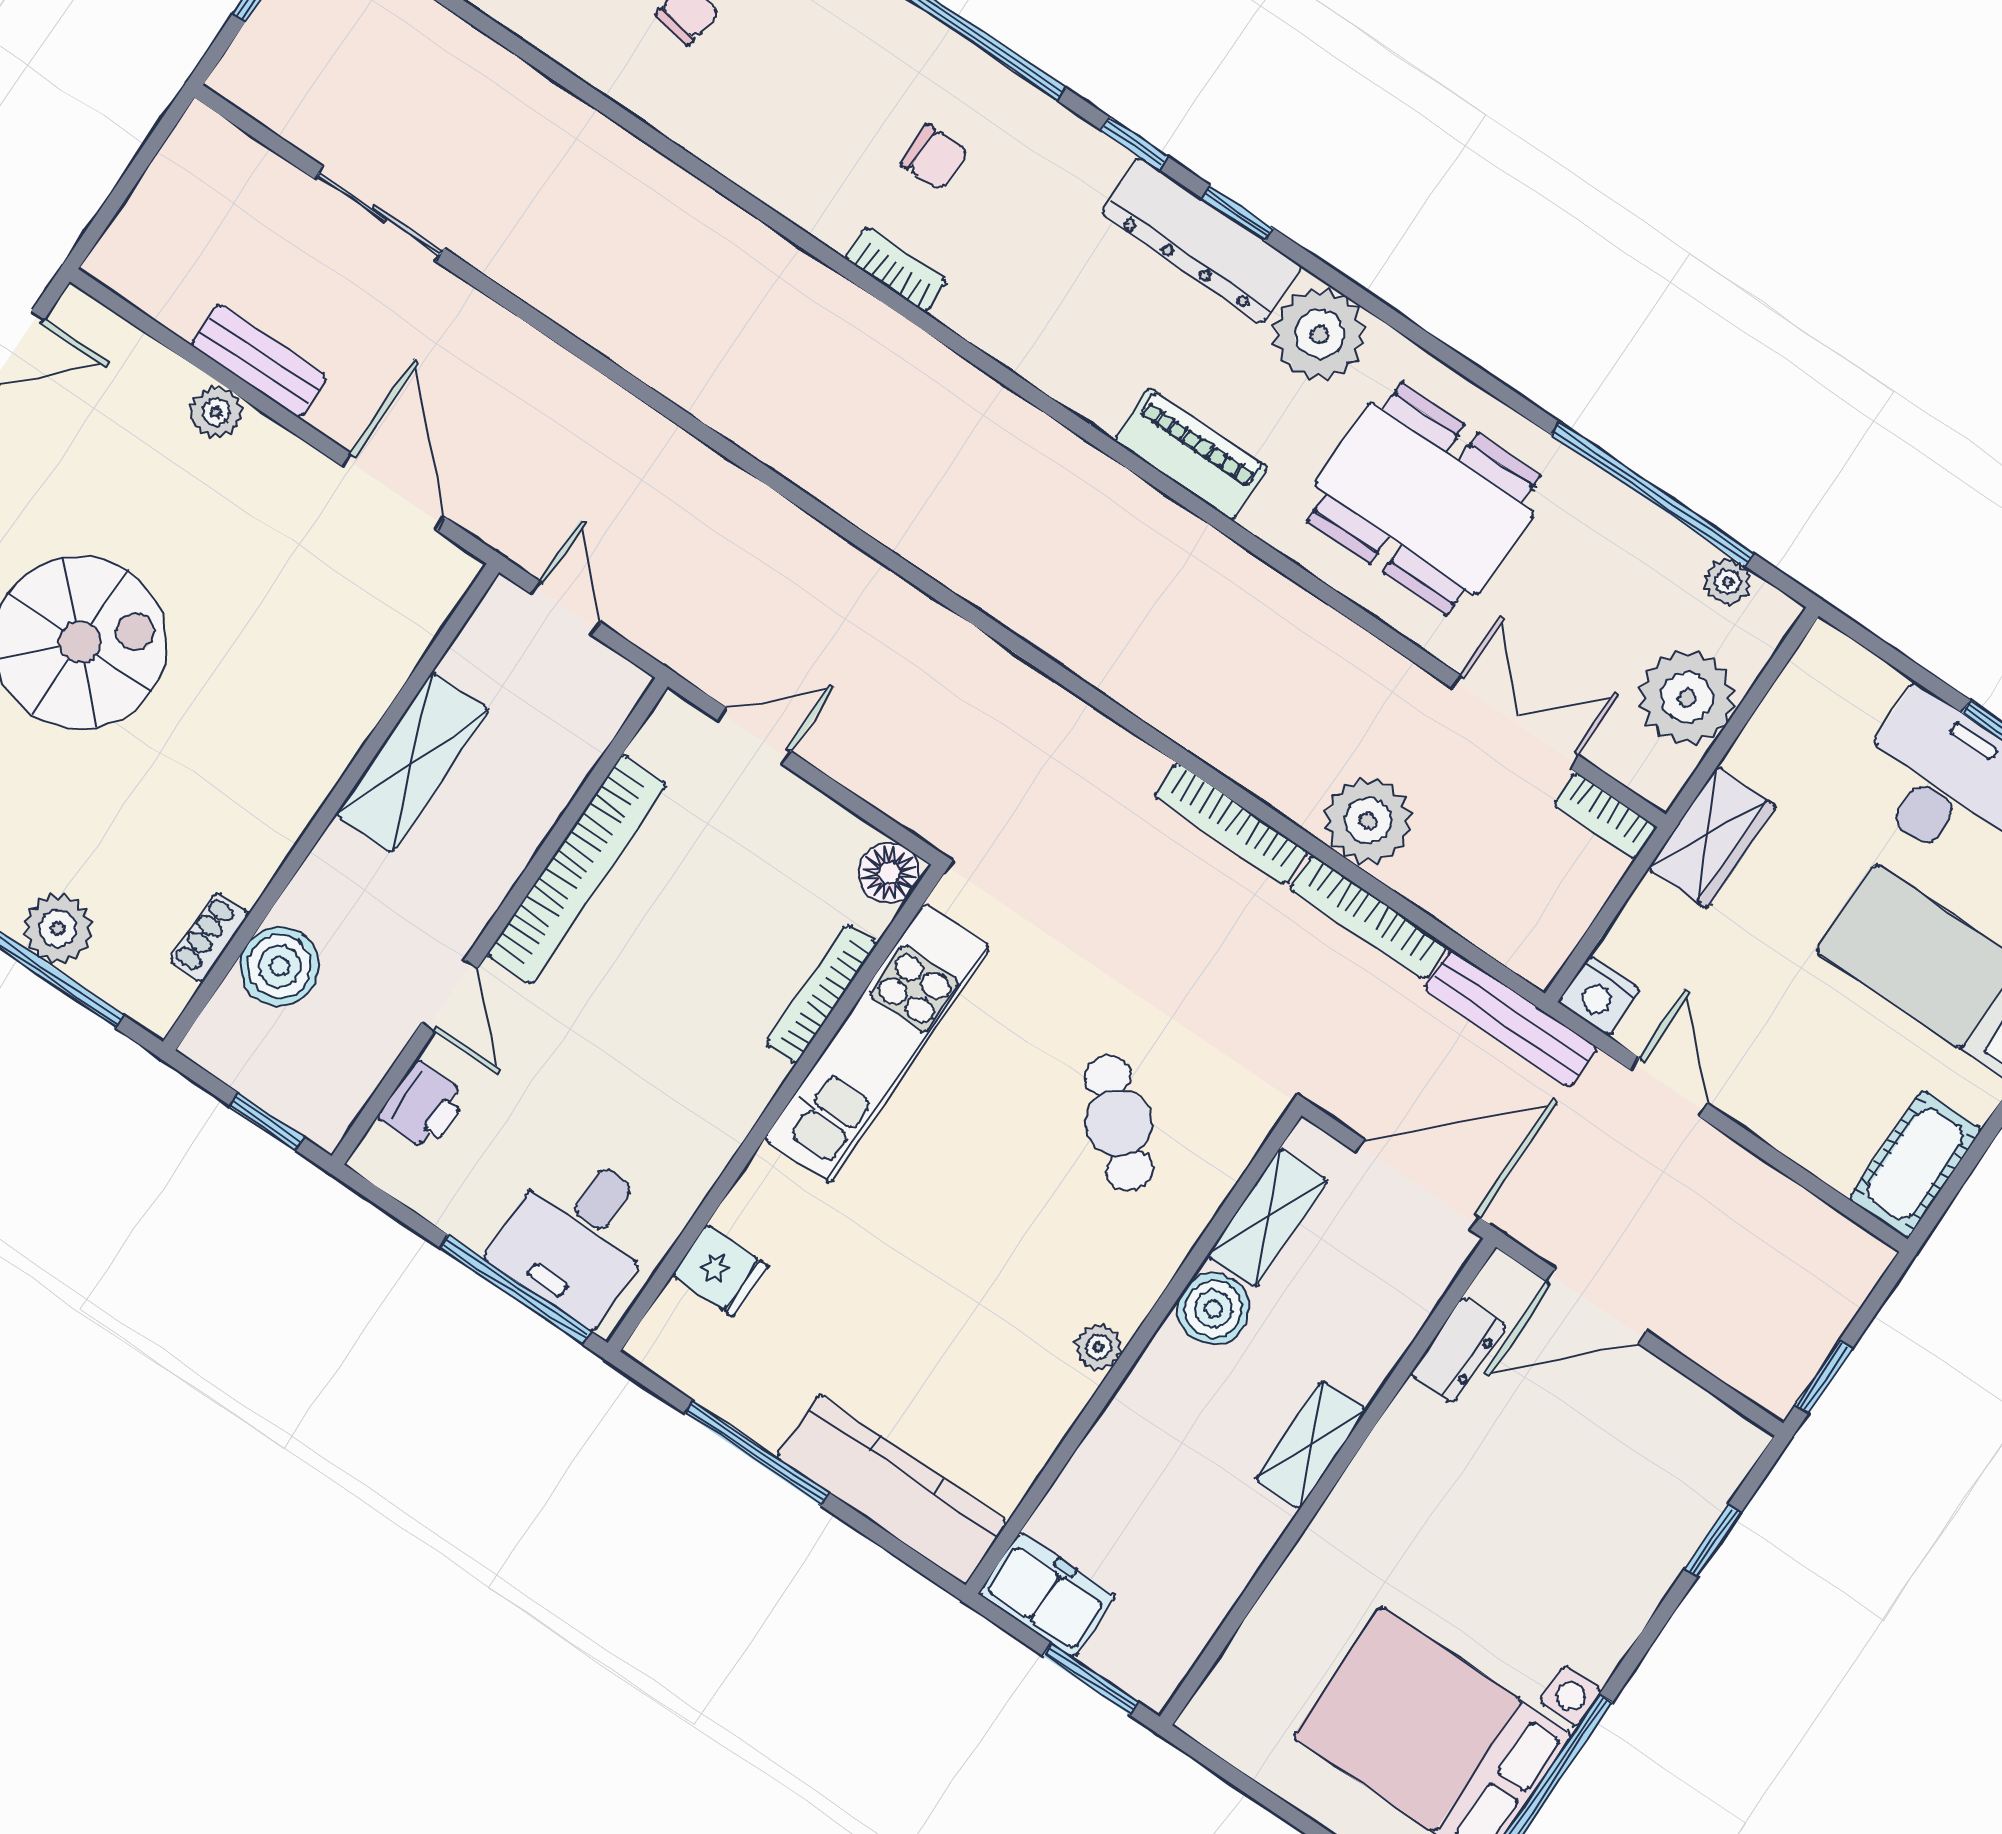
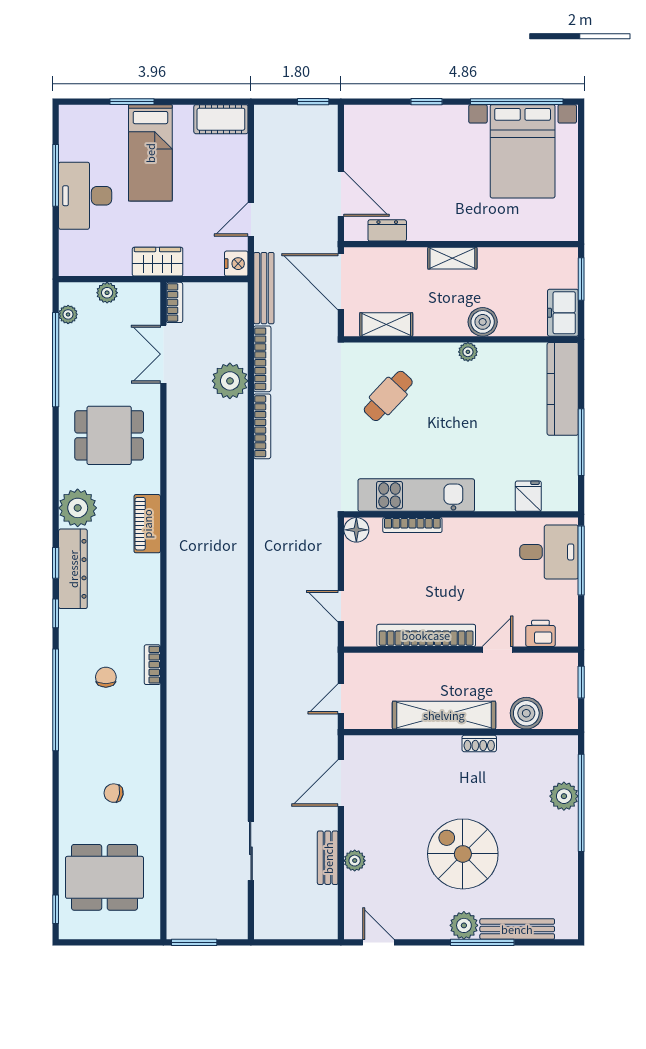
dining table: (1424, 499) -> (109, 435), width x0.73
plant: (1687, 698) -> (107, 293), width x0.53, depth x0.53
shelving: (412, 762) -> (444, 715), width x1.47
shoe rack: (209, 937) -> (479, 743), moved
boiler: (1213, 1309) -> (483, 322), moved
window: (1713, 1540) -> (426, 102), moved

